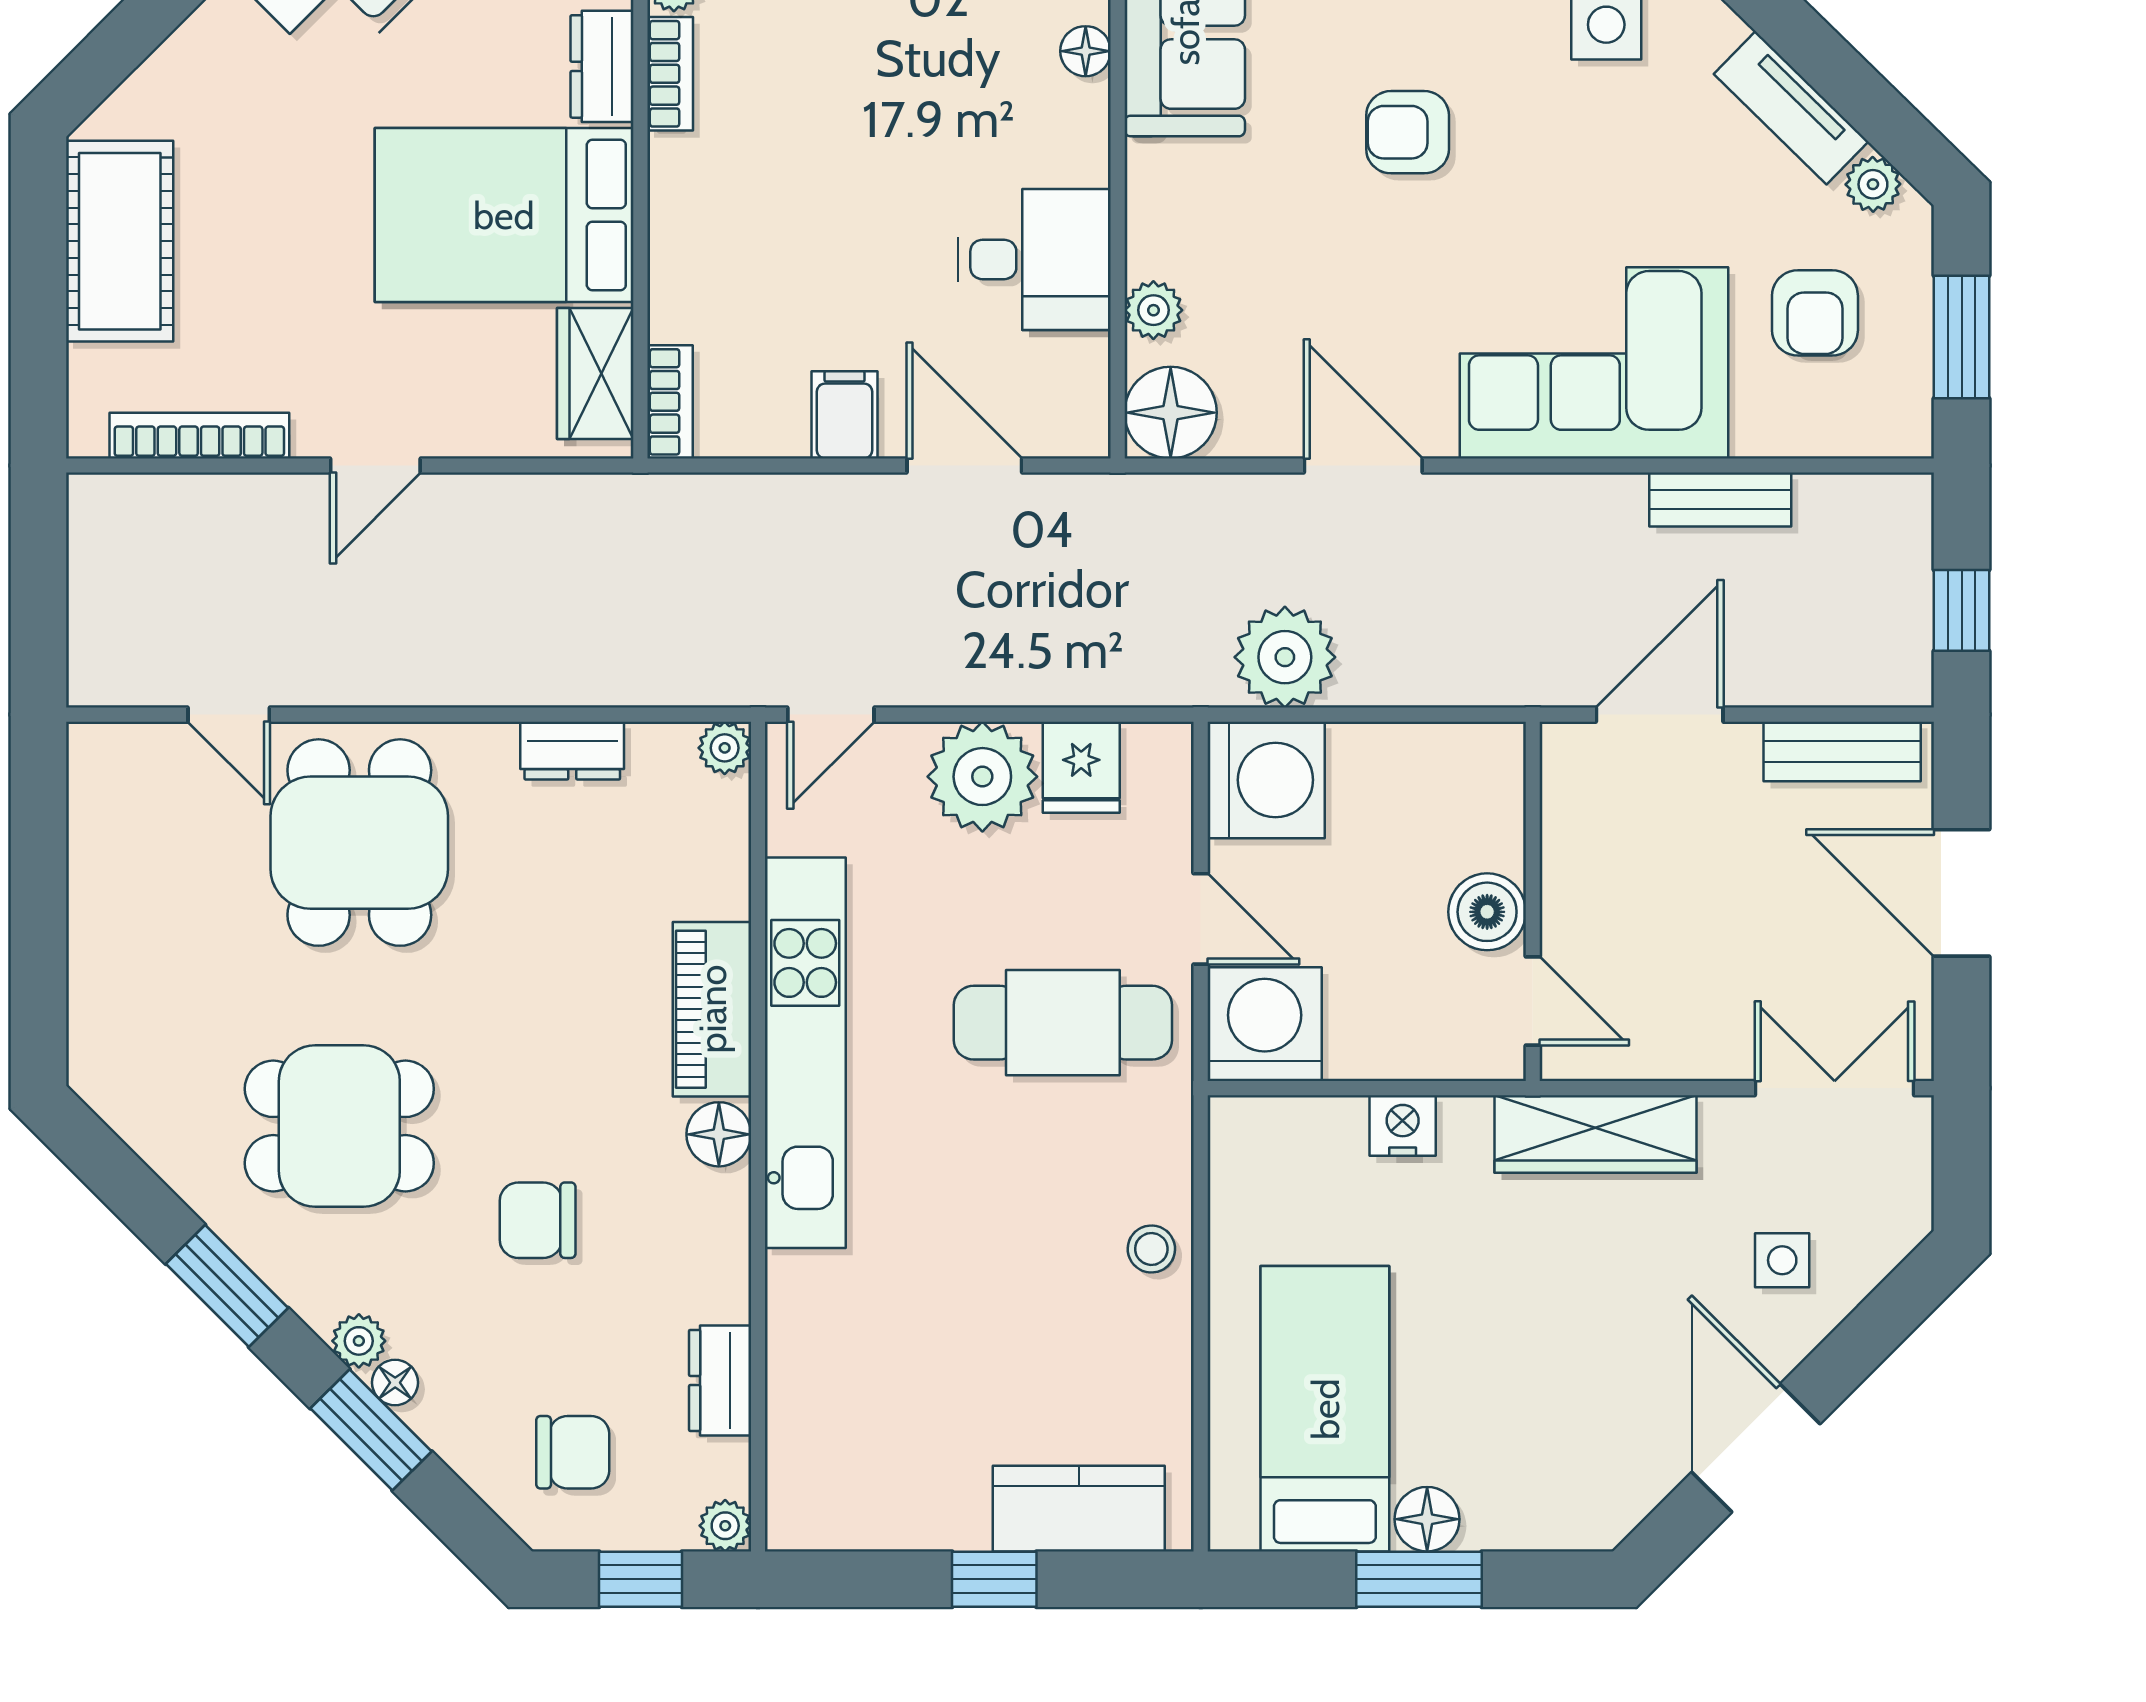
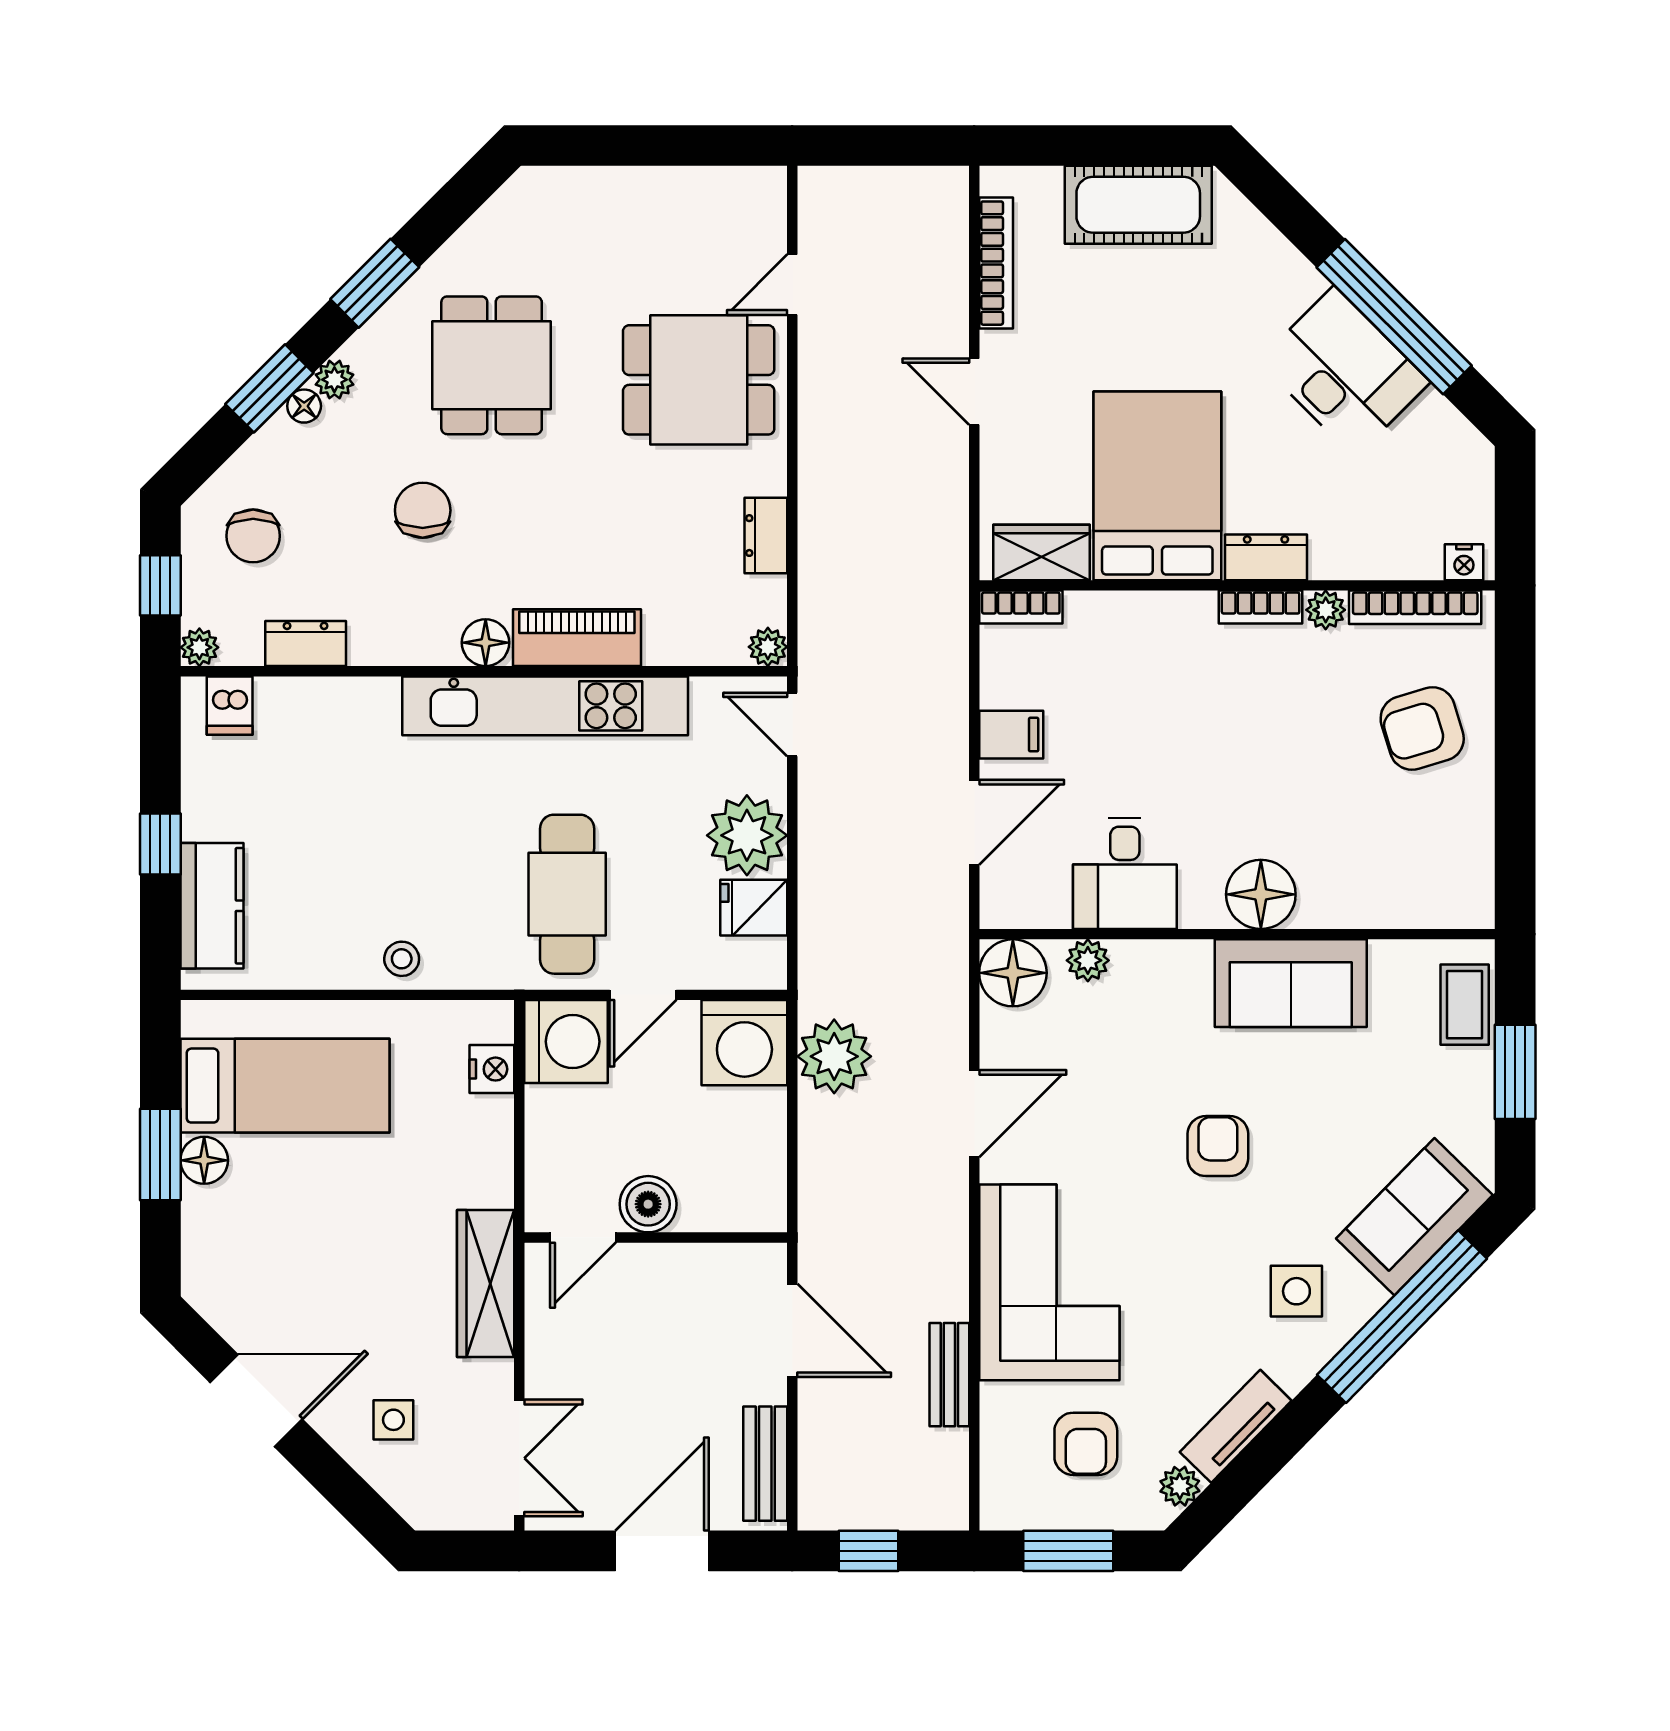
floor lamp: (1086, 51) -> (1261, 894), width x1.89, depth x1.89
armchair: (1815, 313) -> (1086, 1444), turned -90
nightstand: (1403, 1125) -> (492, 1069), moved
dishwasher: (805, 1484) -> (230, 706), added

